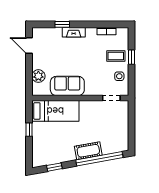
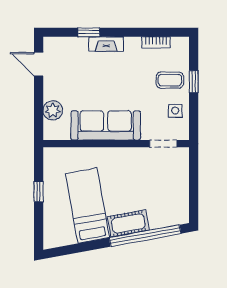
sofa: (67, 86) -> (106, 125), width x1.36
bed: (55, 111) -> (87, 206), moved, turned -100
window: (54, 167) -> (77, 248), removed

